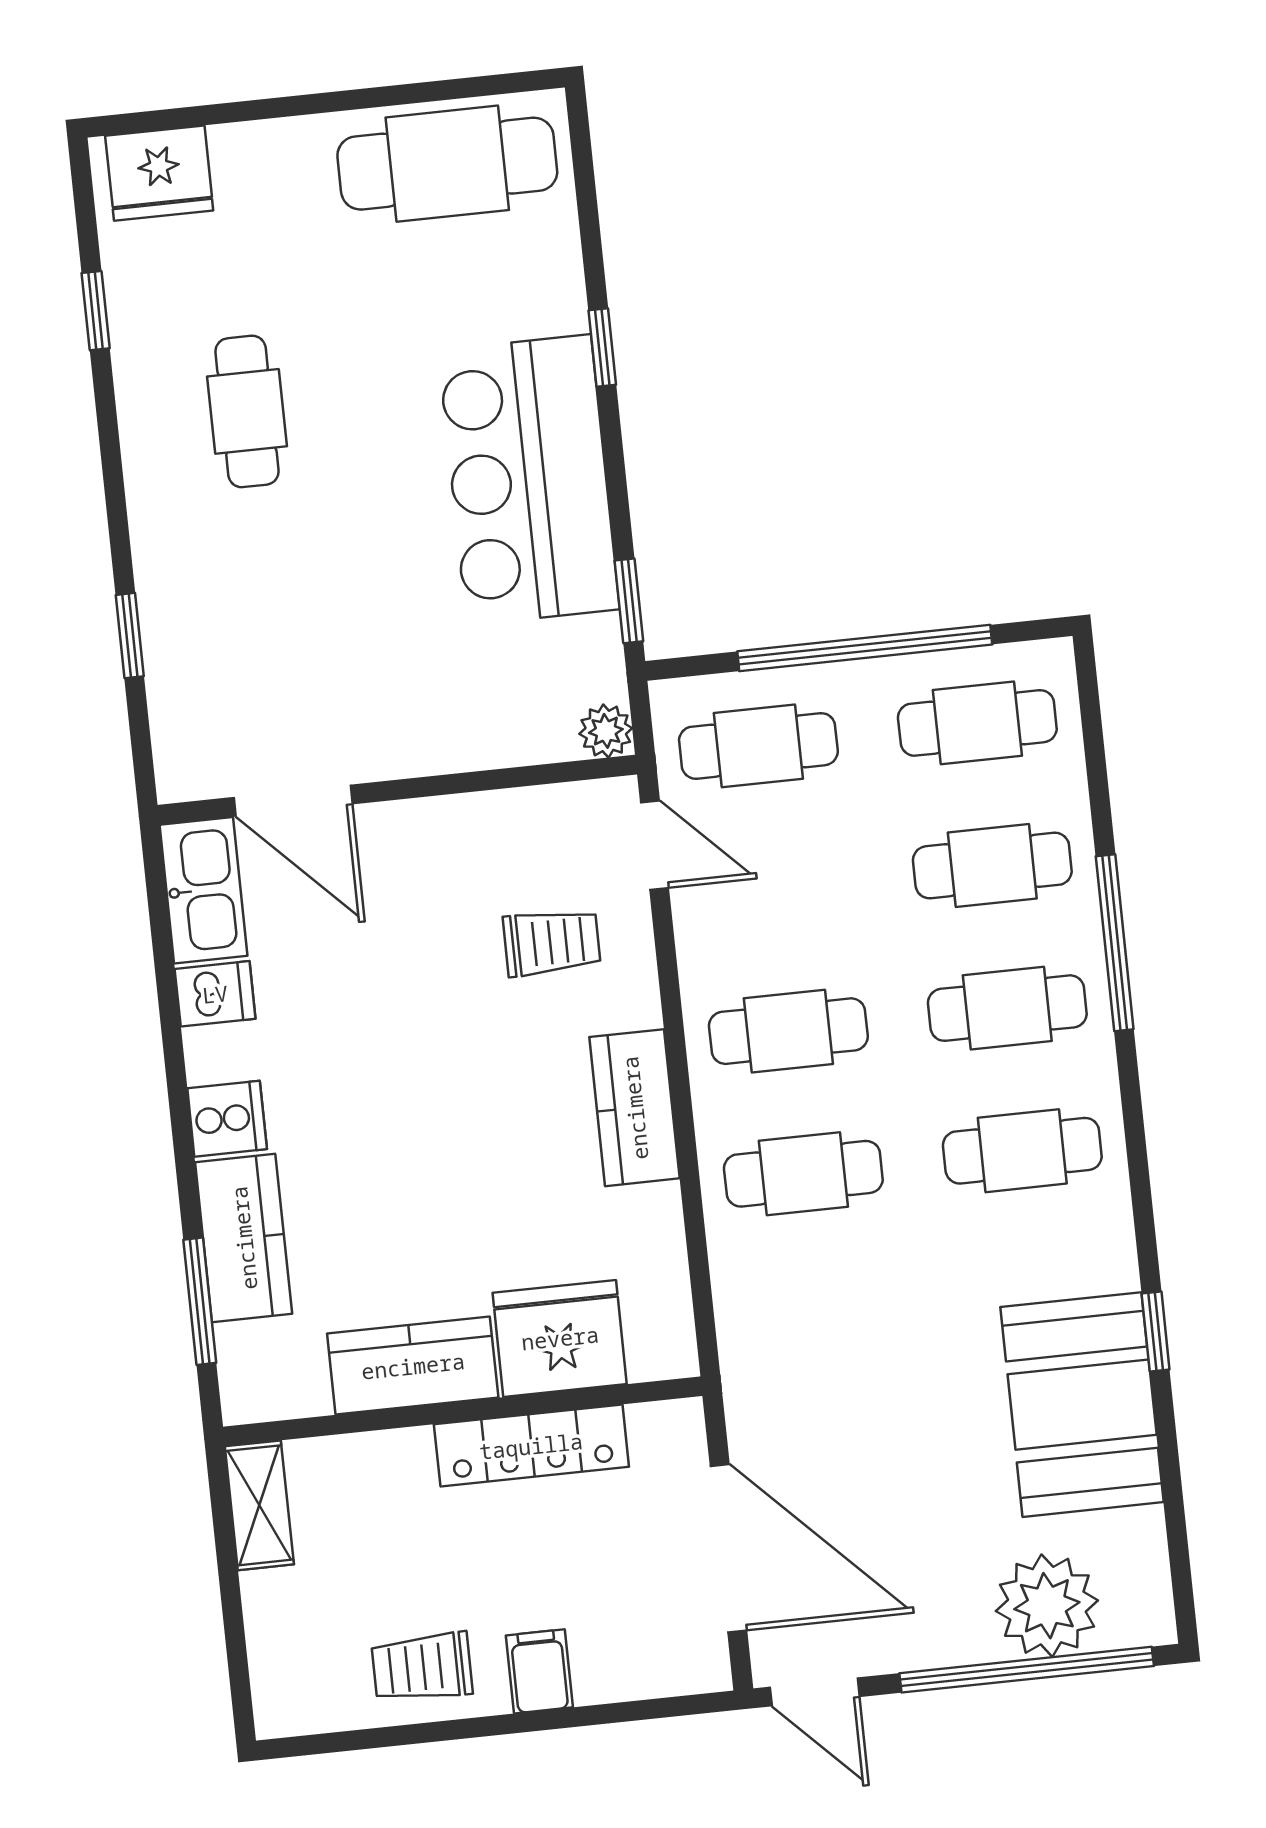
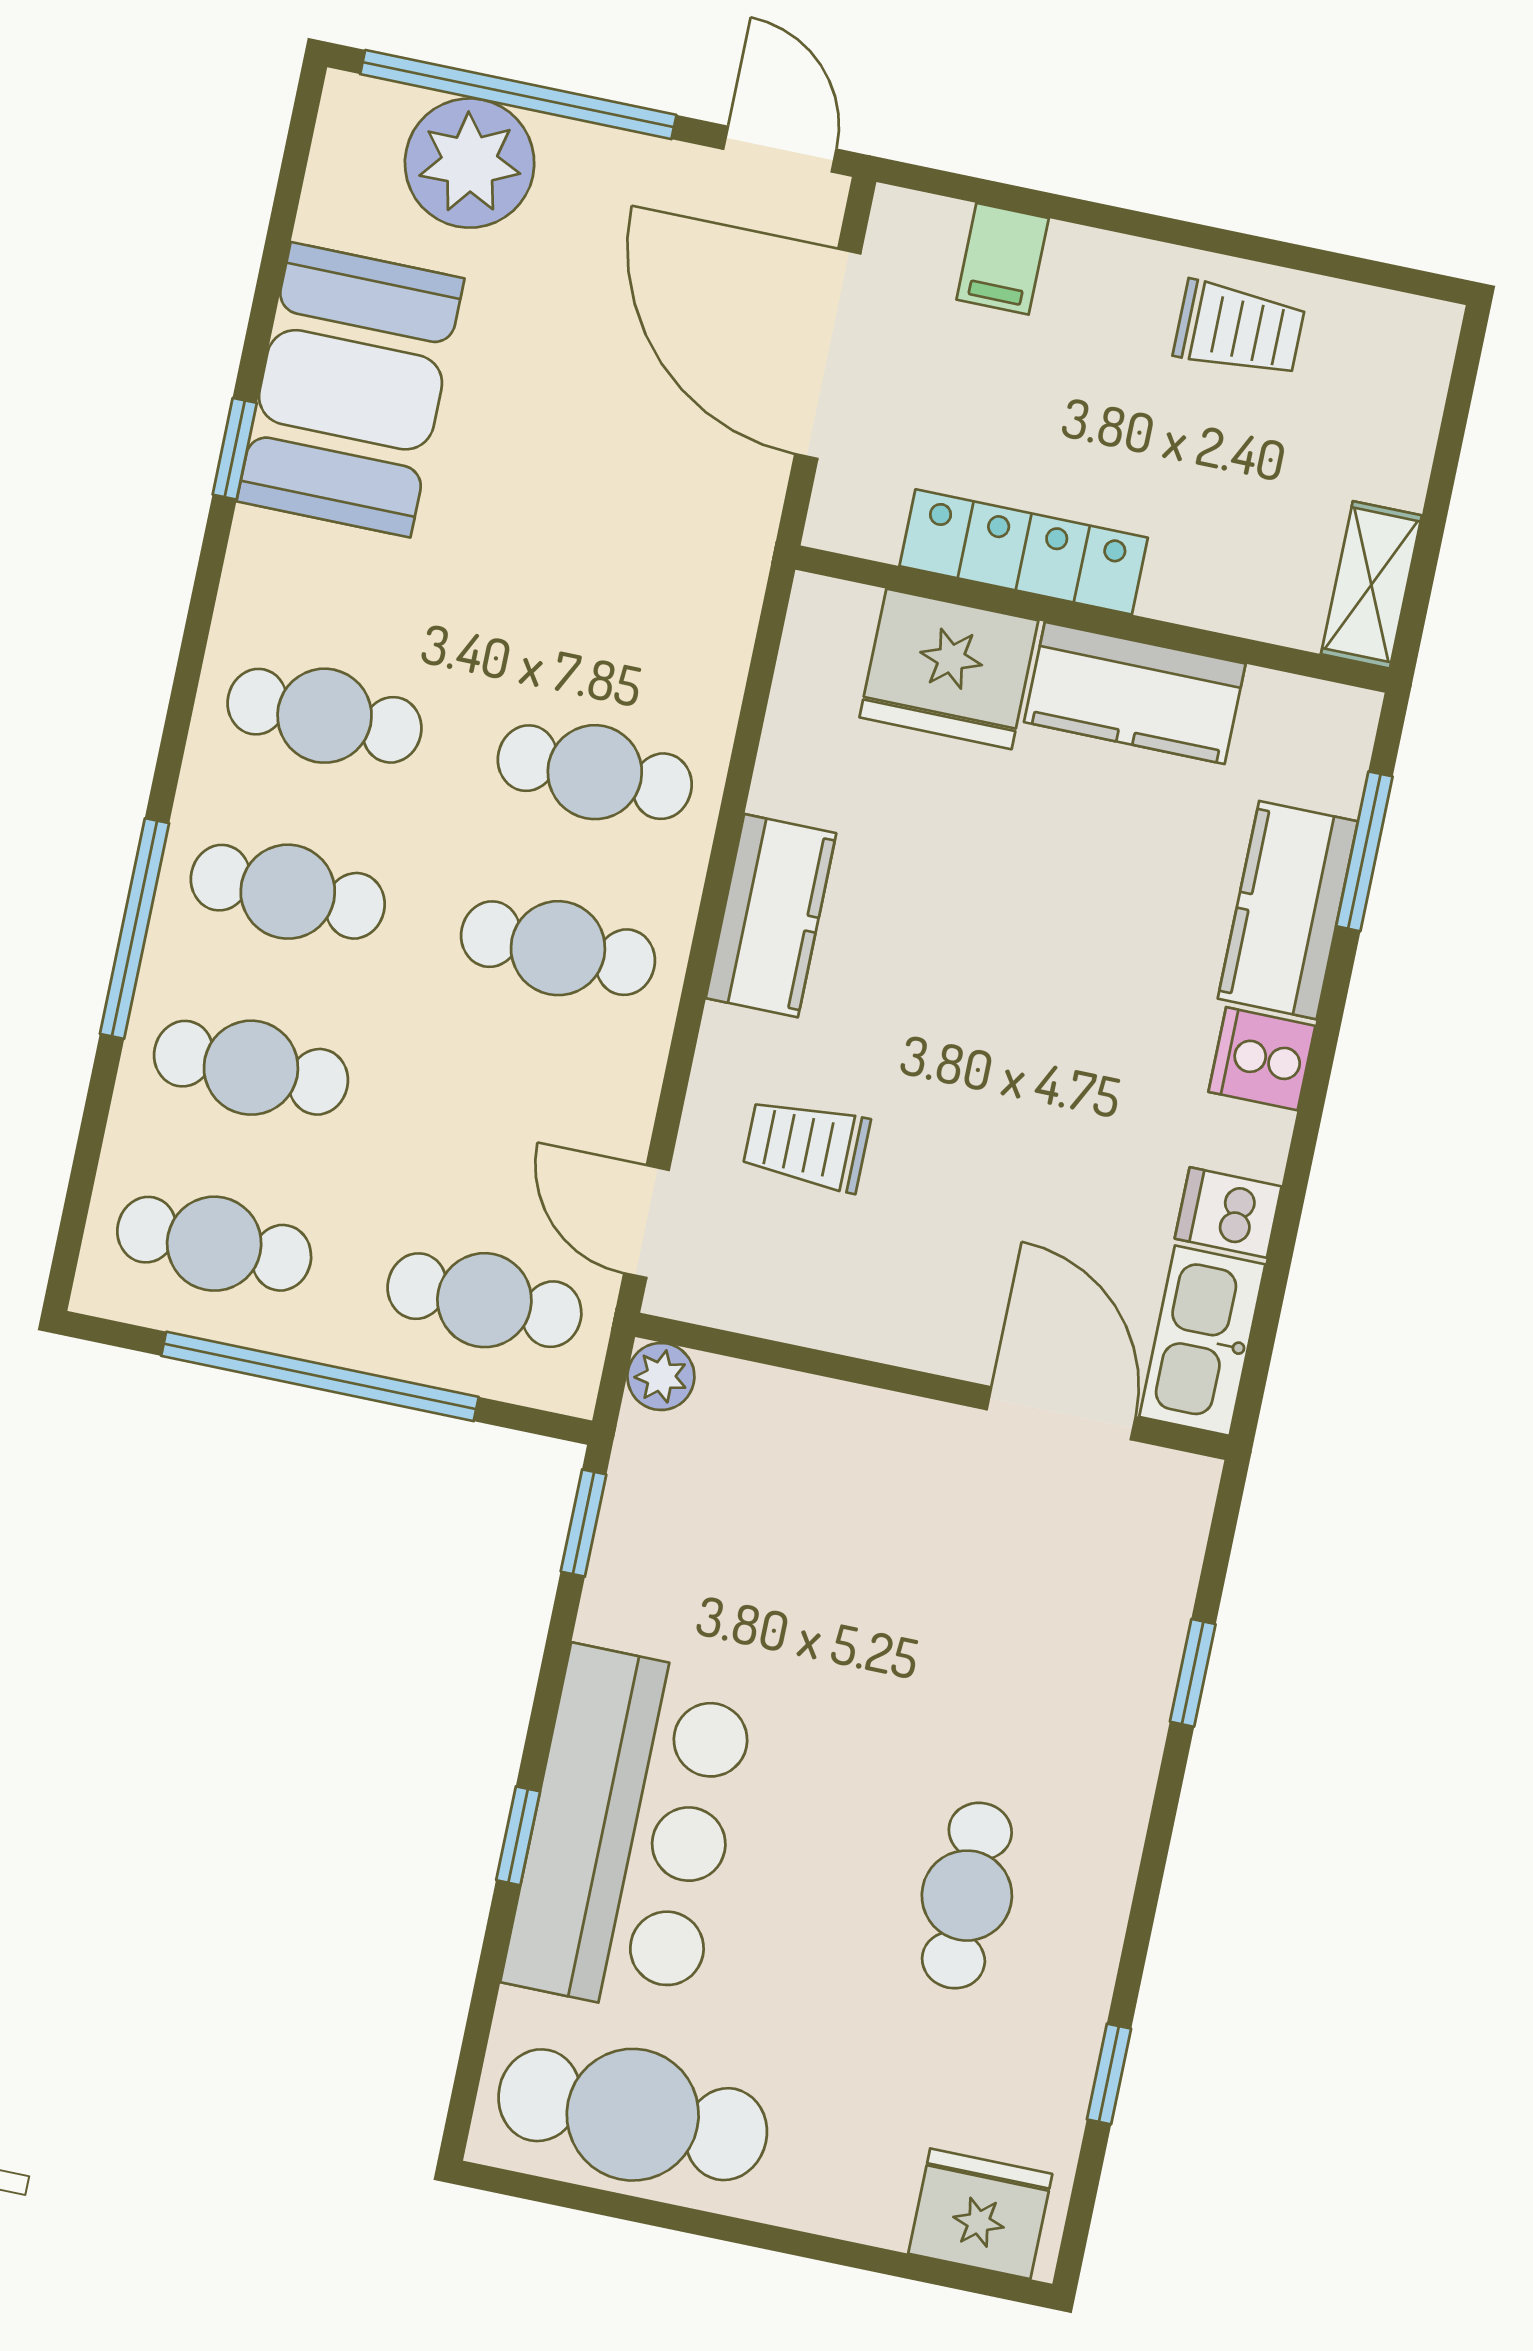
bar counter: (529, 480) -> (630, 1832), moved
filing cabinet: (539, 1671) -> (1003, 259), moved

